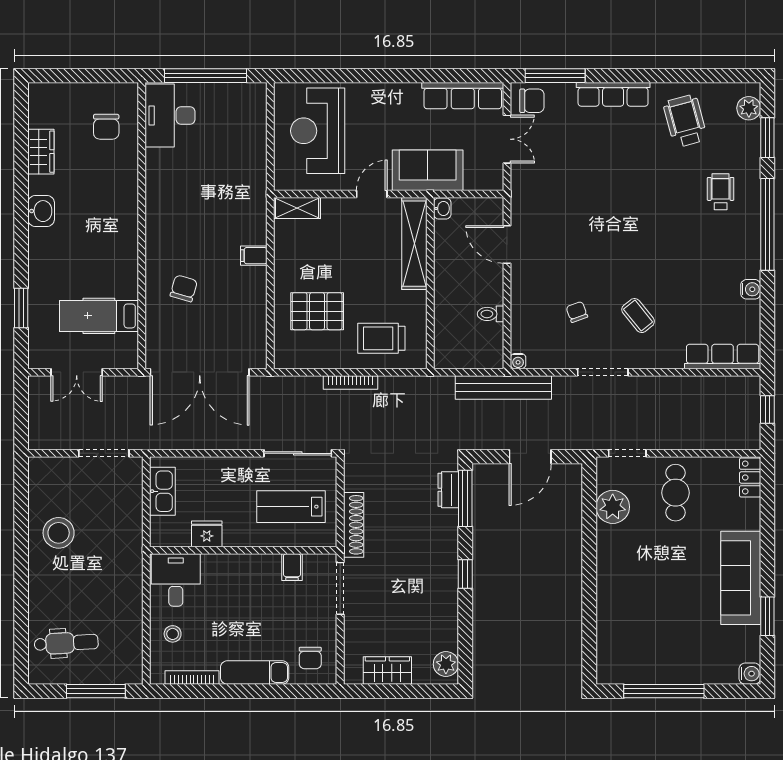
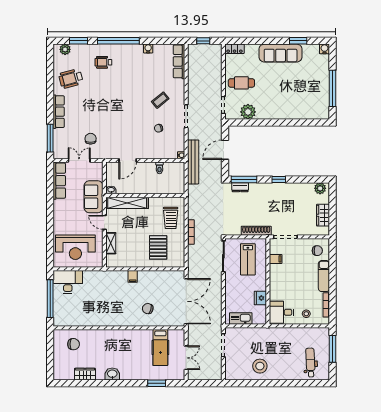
chair: (532, 101) -> (91, 139), moved
desk: (170, 115) -> (68, 282), moved, turned 180
shelving: (297, 208) -> (111, 243), moved
door: (530, 457) -> (225, 150), swing flipped

